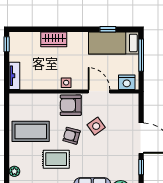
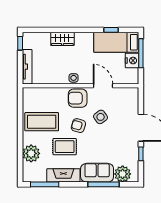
tv unit: (14, 76) -> (27, 67), width x1.41
nightstand: (127, 82) -> (132, 61), moved, turned -90
plant: (14, 171) -> (31, 153), width x1.87, depth x1.87

